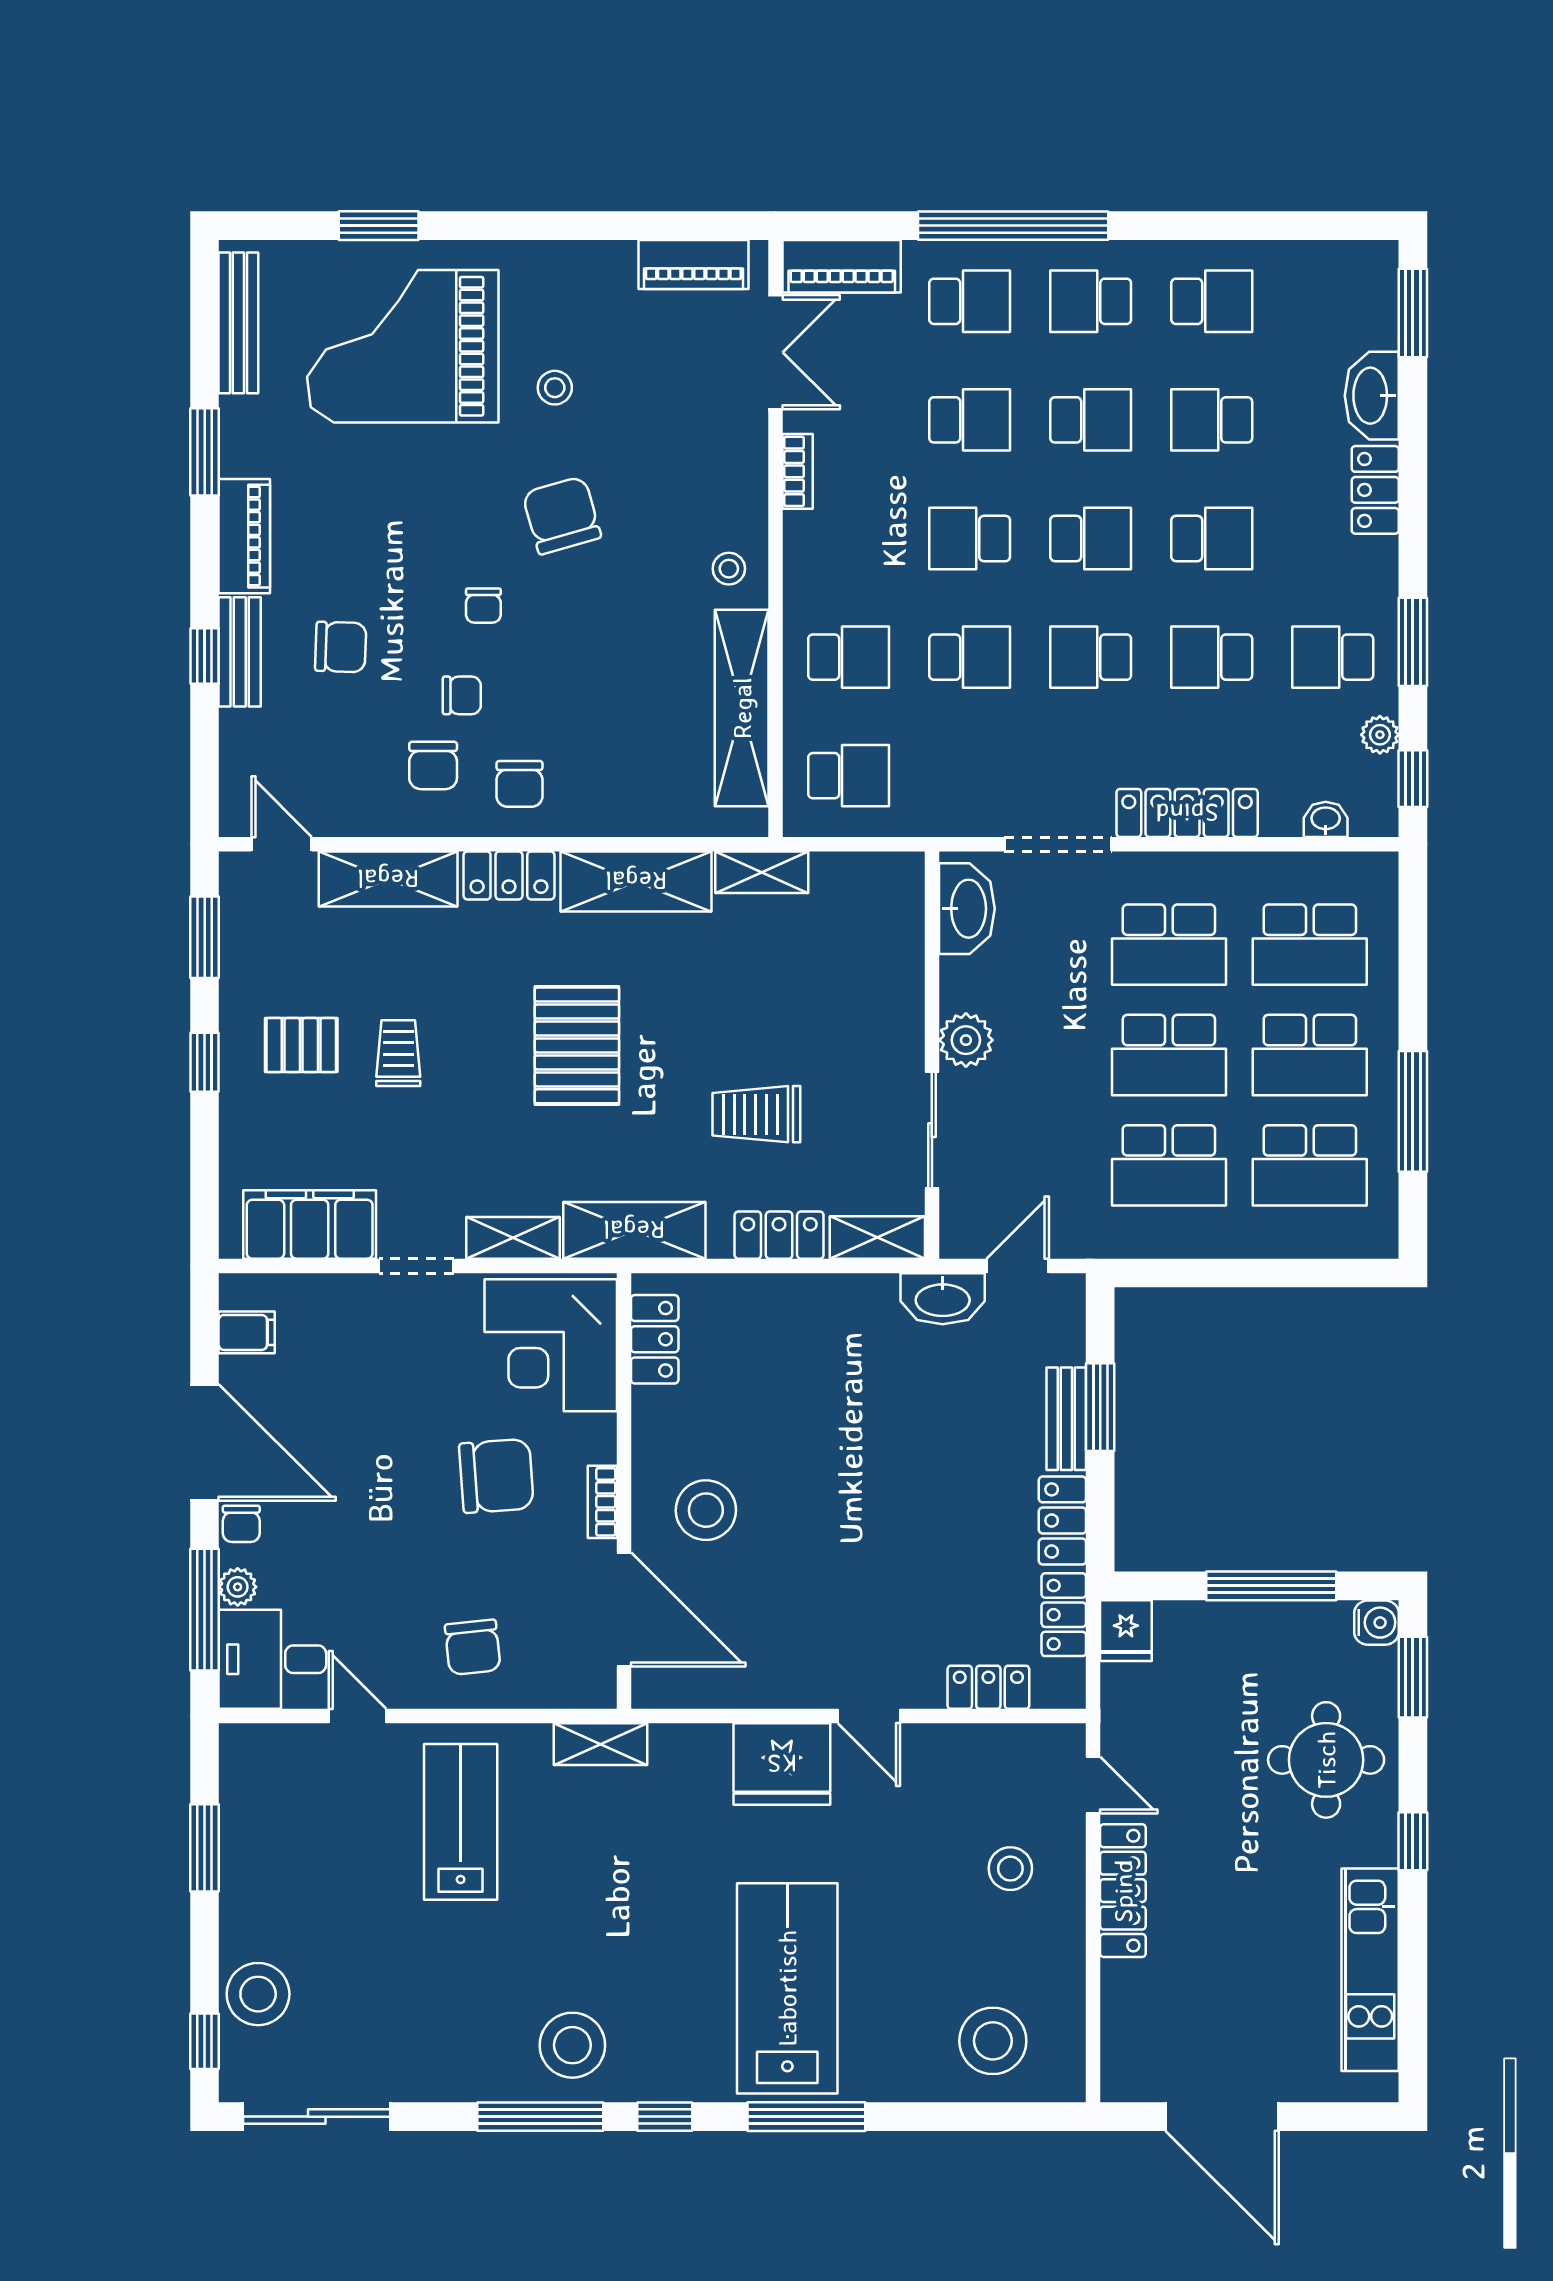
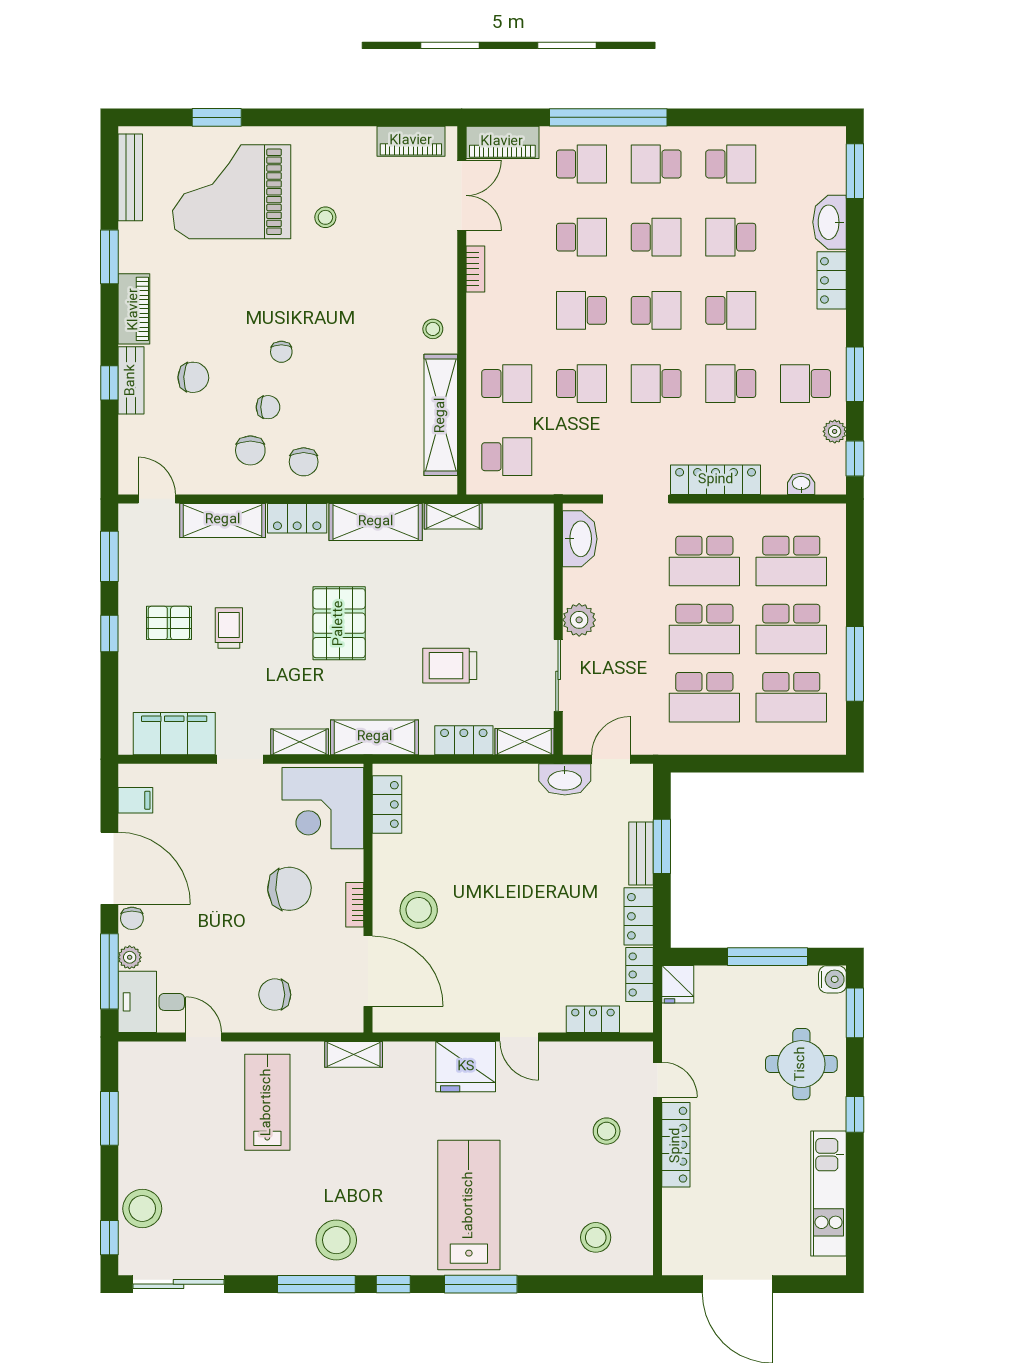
chair: (562, 515) -> (330, 296), removed
chair: (473, 1647) -> (275, 995), turned 96
stool: (993, 2041) -> (596, 1237), width x0.73, depth x0.73

